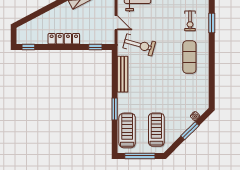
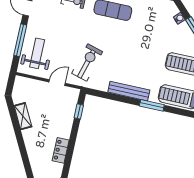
locker: (64, 39) -> (61, 150), width x0.66
bench: (123, 74) -> (129, 91), moved

